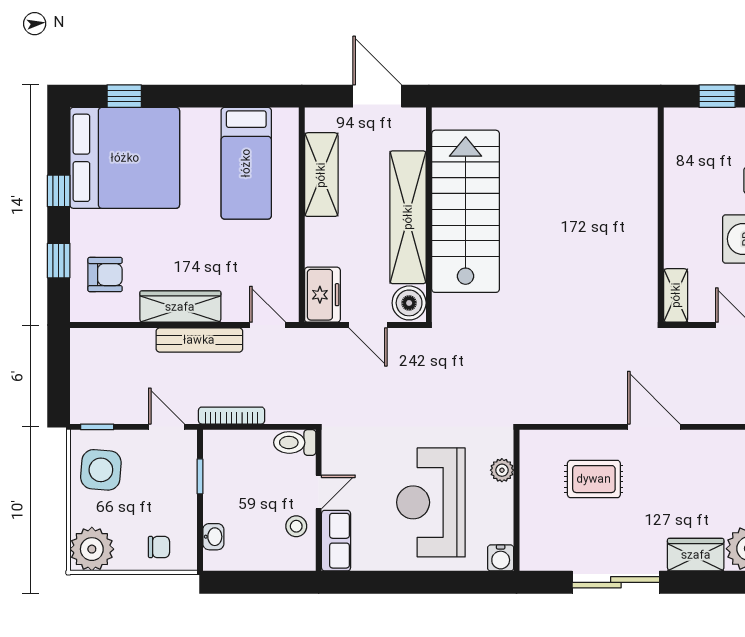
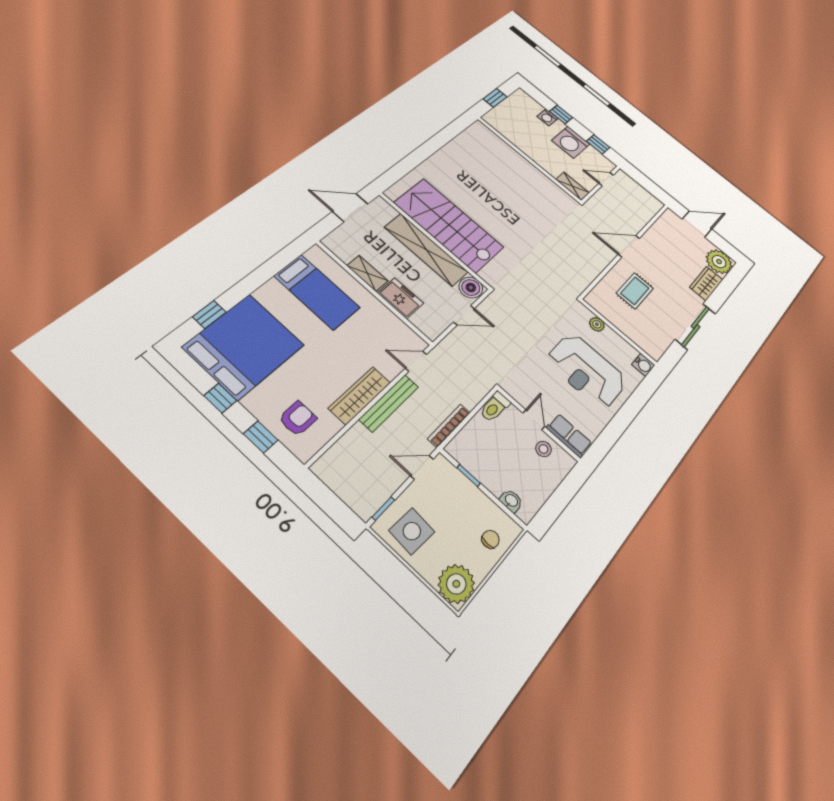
shelving: (321, 175) -> (367, 273), width x0.67, depth x0.75
freezer: (322, 295) -> (400, 298), moved

